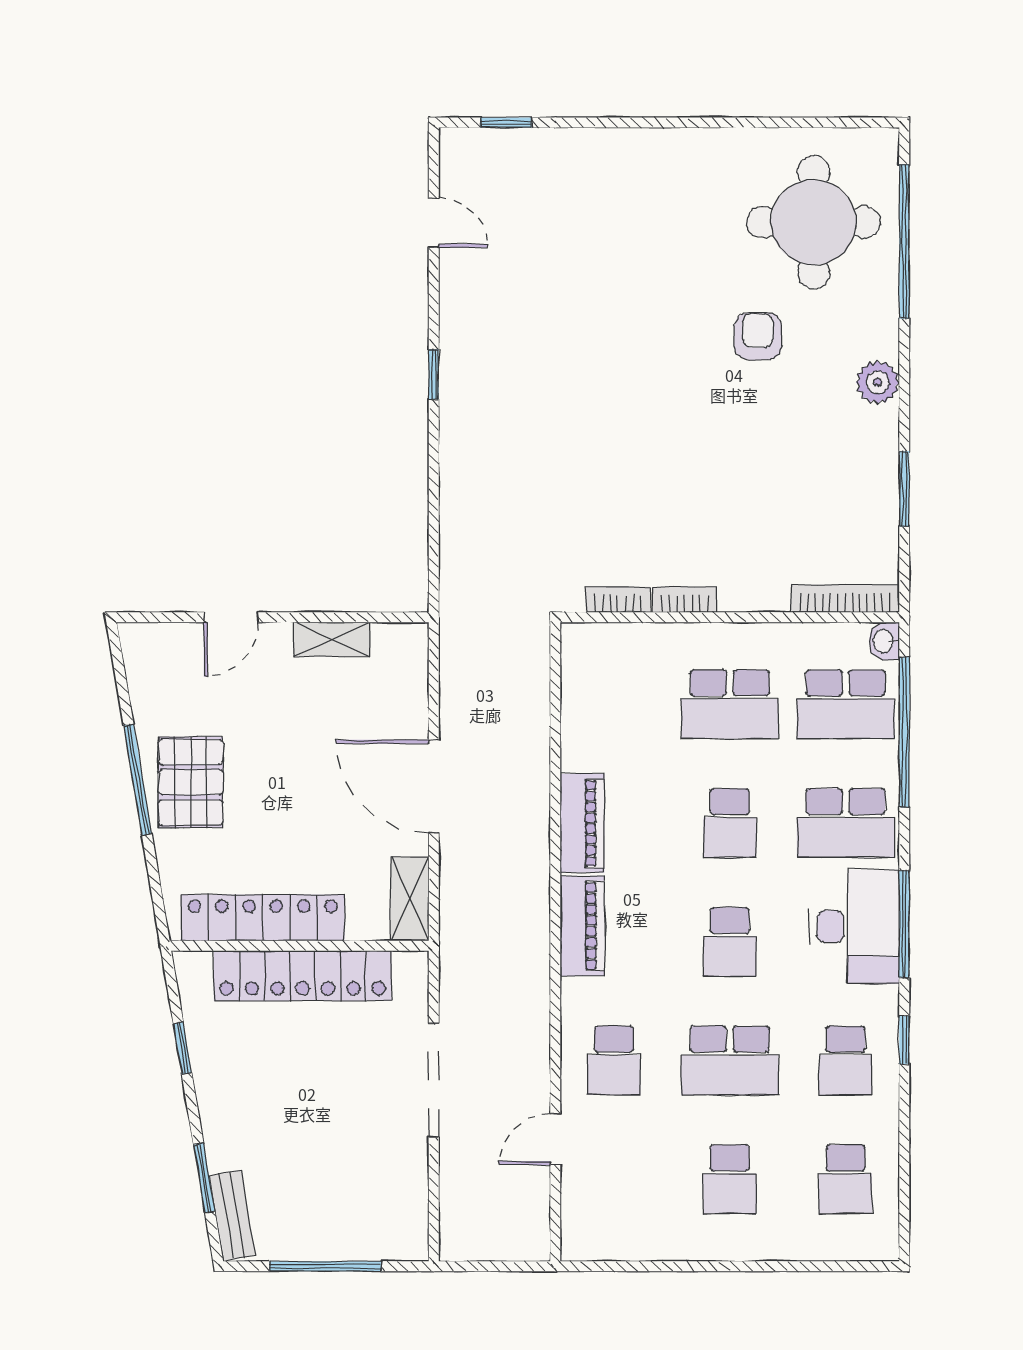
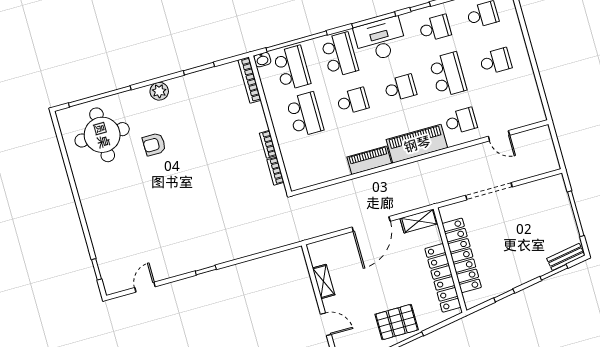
piano: (583, 926) -> (417, 144), width x1.37, depth x1.33

